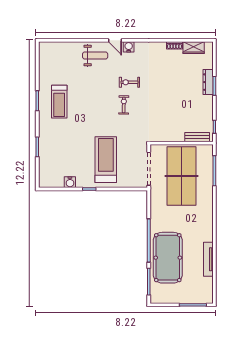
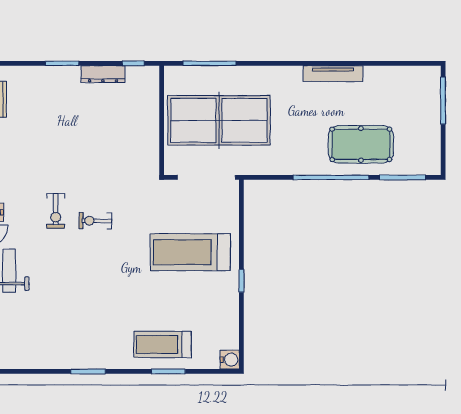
dresser: (208, 82) -> (103, 74), moved
treadmill: (59, 102) -> (163, 344), moved, turned 180
bench: (197, 137) -> (151, 93), removed
water cooler: (70, 182) -> (230, 360), moved
pool table: (168, 258) -> (361, 144), width x0.73, depth x0.76
tv unit: (208, 259) -> (333, 74), moved

